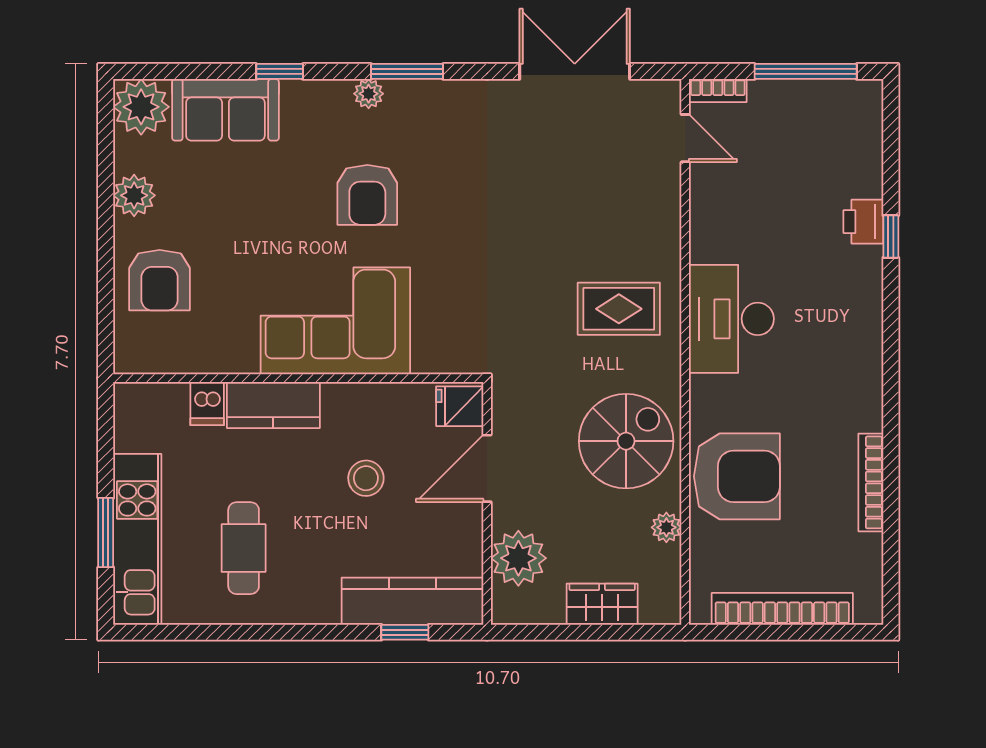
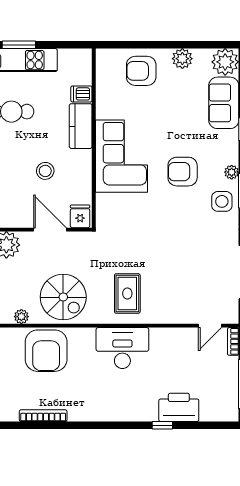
side table: (429, 114) -> (222, 201), added
printer: (863, 222) -> (179, 407), width x1.87, depth x1.48

